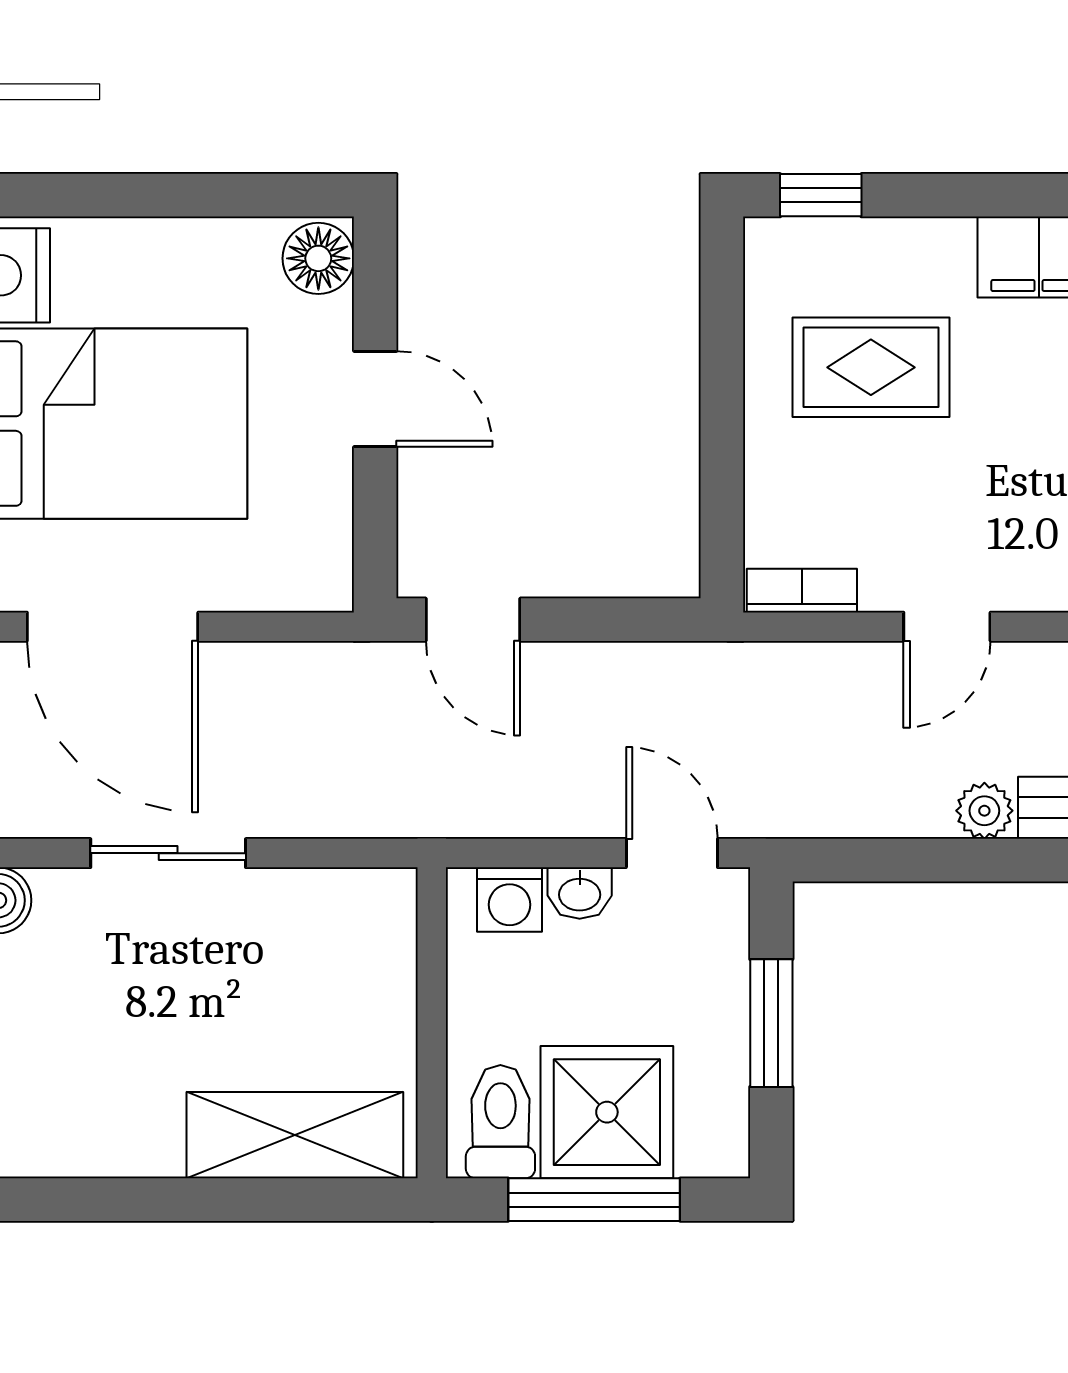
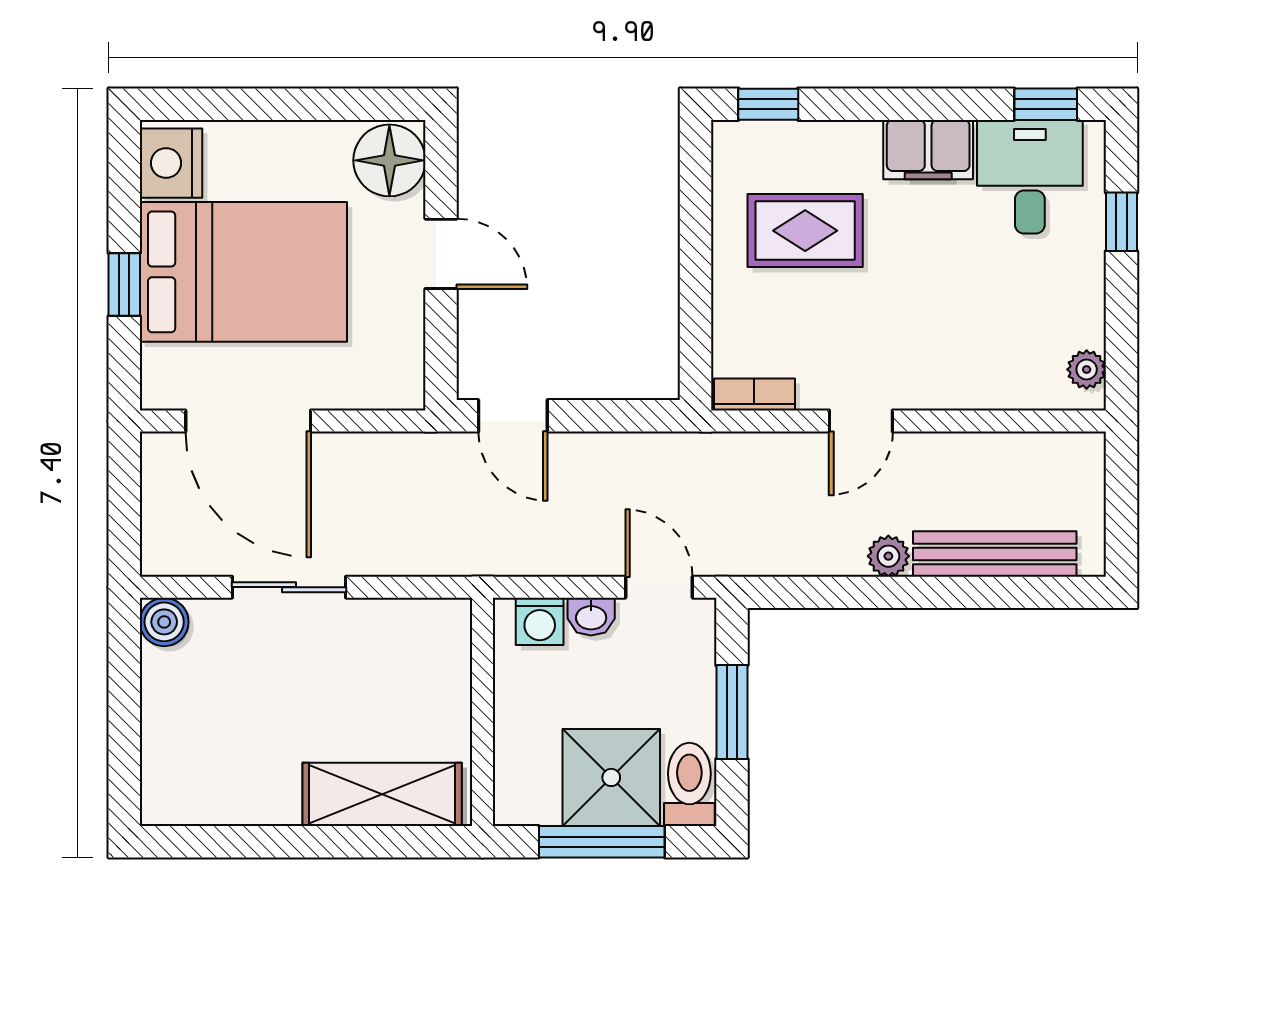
floor lamp: (318, 258) -> (389, 160), width x1.38, depth x1.38
toilet: (500, 1122) -> (689, 784), moved

